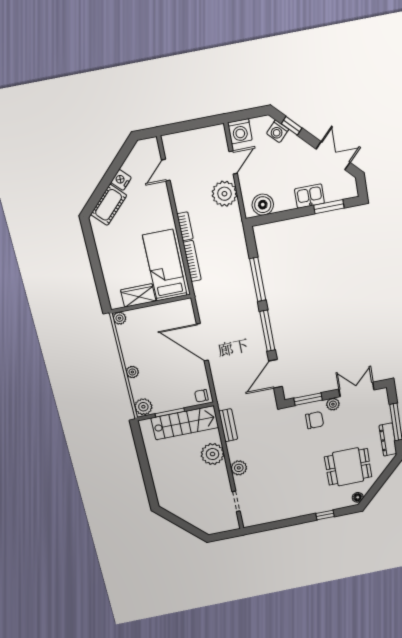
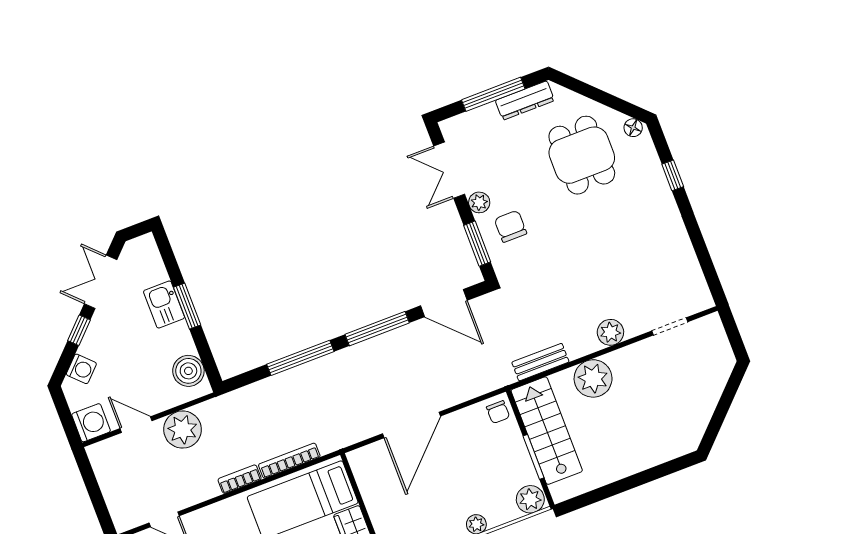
window: (292, 126) -> (79, 330), moved
window: (329, 207) -> (187, 306), moved

